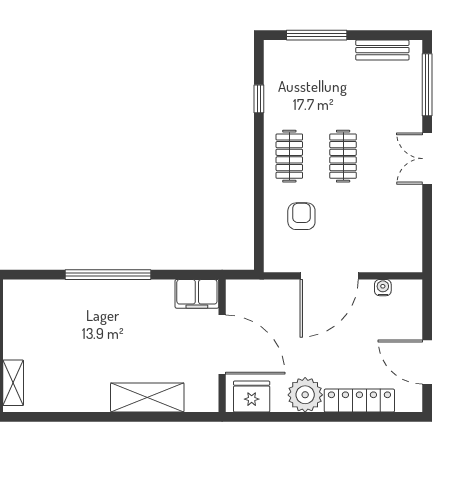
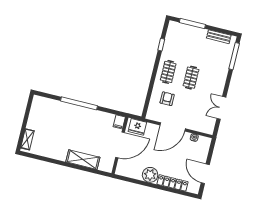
double door: (427, 159) -> (221, 108), moved
filing cabinet: (197, 294) -> (119, 122), width x0.50
door: (222, 345) -> (120, 145), hinge flipped
fridge: (252, 397) -> (137, 127), moved, turned 180

